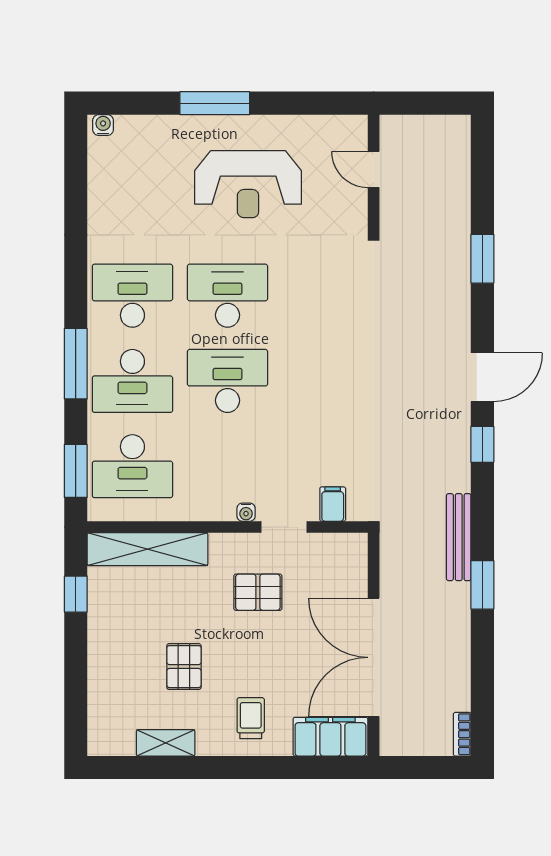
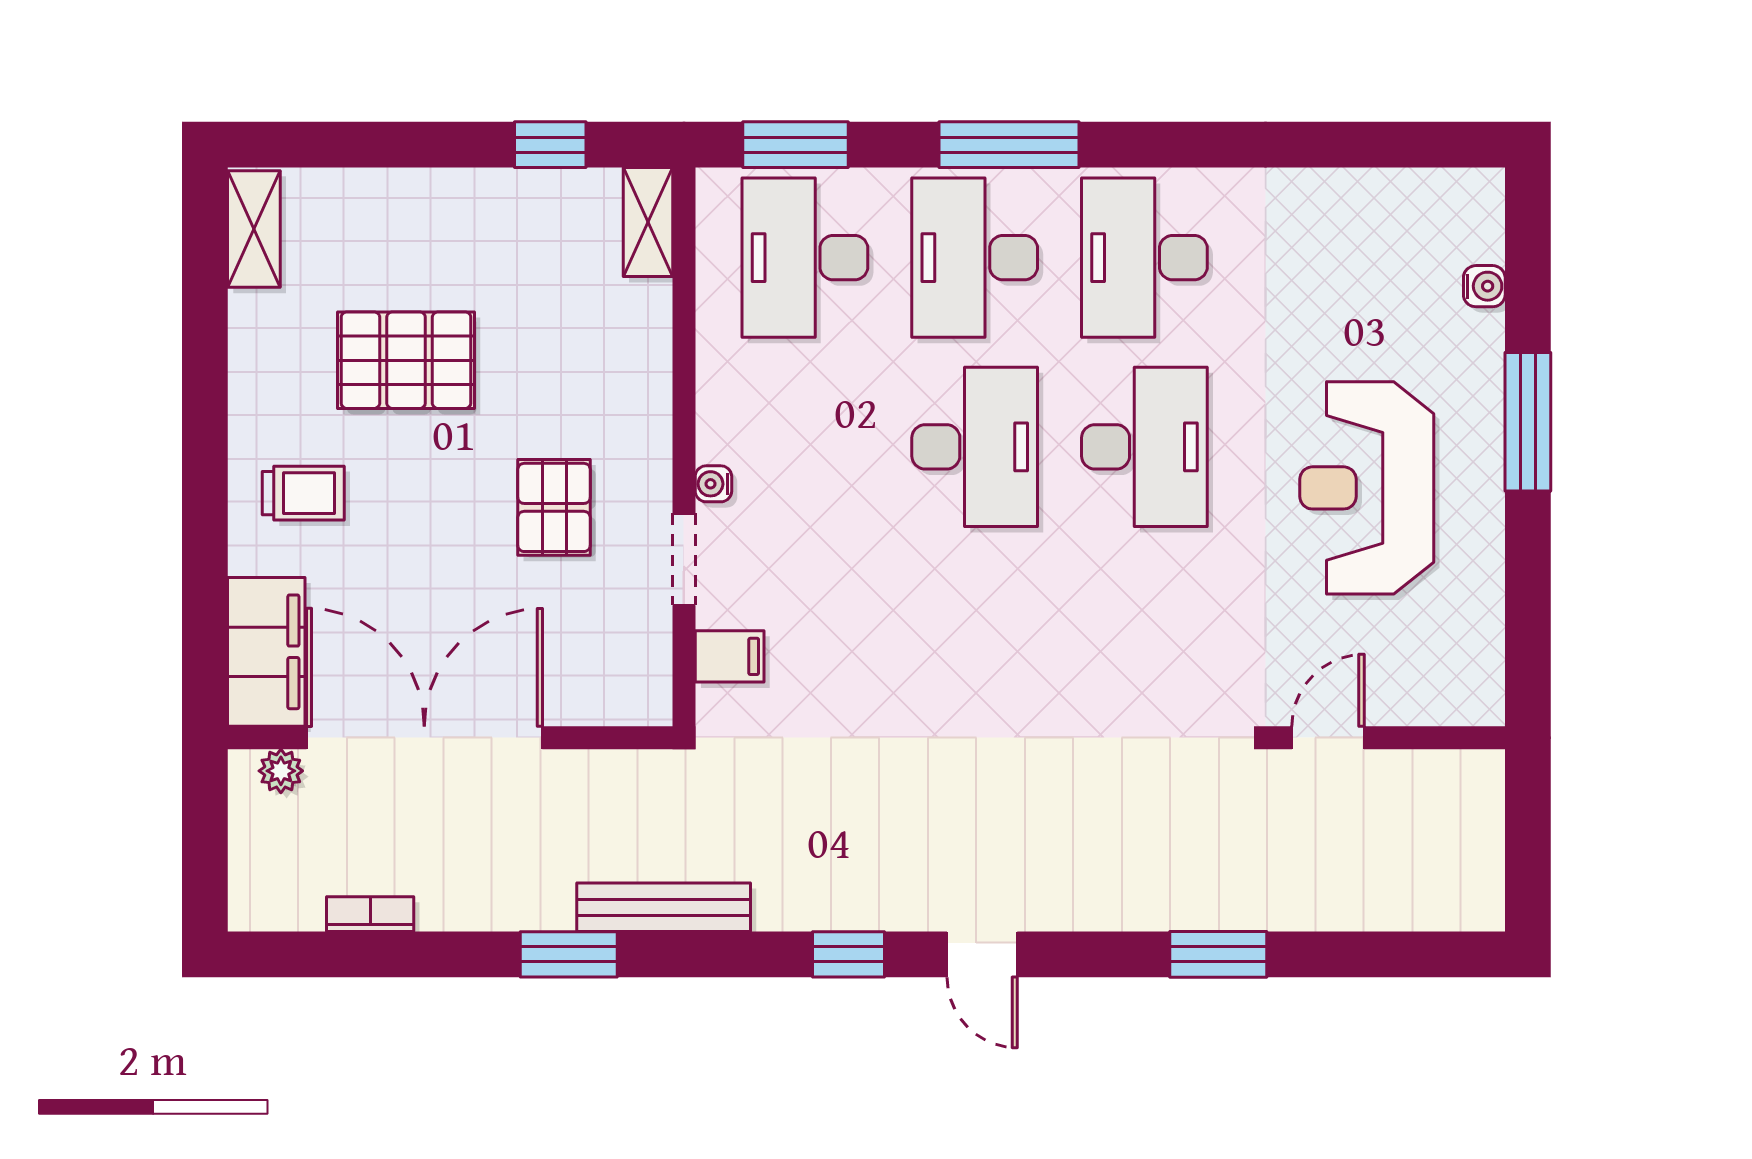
water cooler: (103, 125) -> (1484, 286), moved
door: (374, 170) -> (1328, 738), moved
desk: (132, 296) -> (1144, 258), turned 180
door: (482, 377) -> (982, 954), width x0.73
shelving: (148, 549) -> (648, 222), width x0.45, depth x0.75
pallet: (184, 667) -> (406, 360), width x1.50, depth x1.42
plant: (390, 729) -> (281, 771), added
bookcase: (462, 734) -> (370, 914), moved
shelving: (166, 743) -> (254, 229), moved

